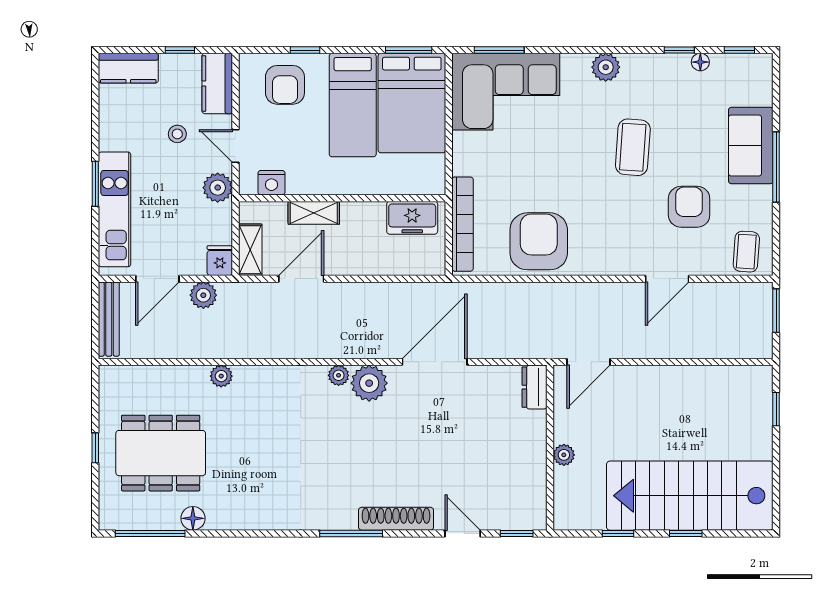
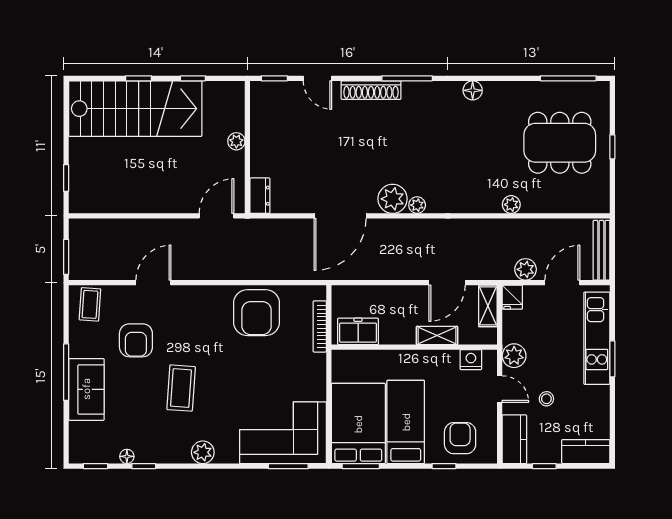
bookcase: (462, 224) -> (320, 326), width x0.68, depth x0.76
floor lamp: (193, 518) -> (473, 90), moved

